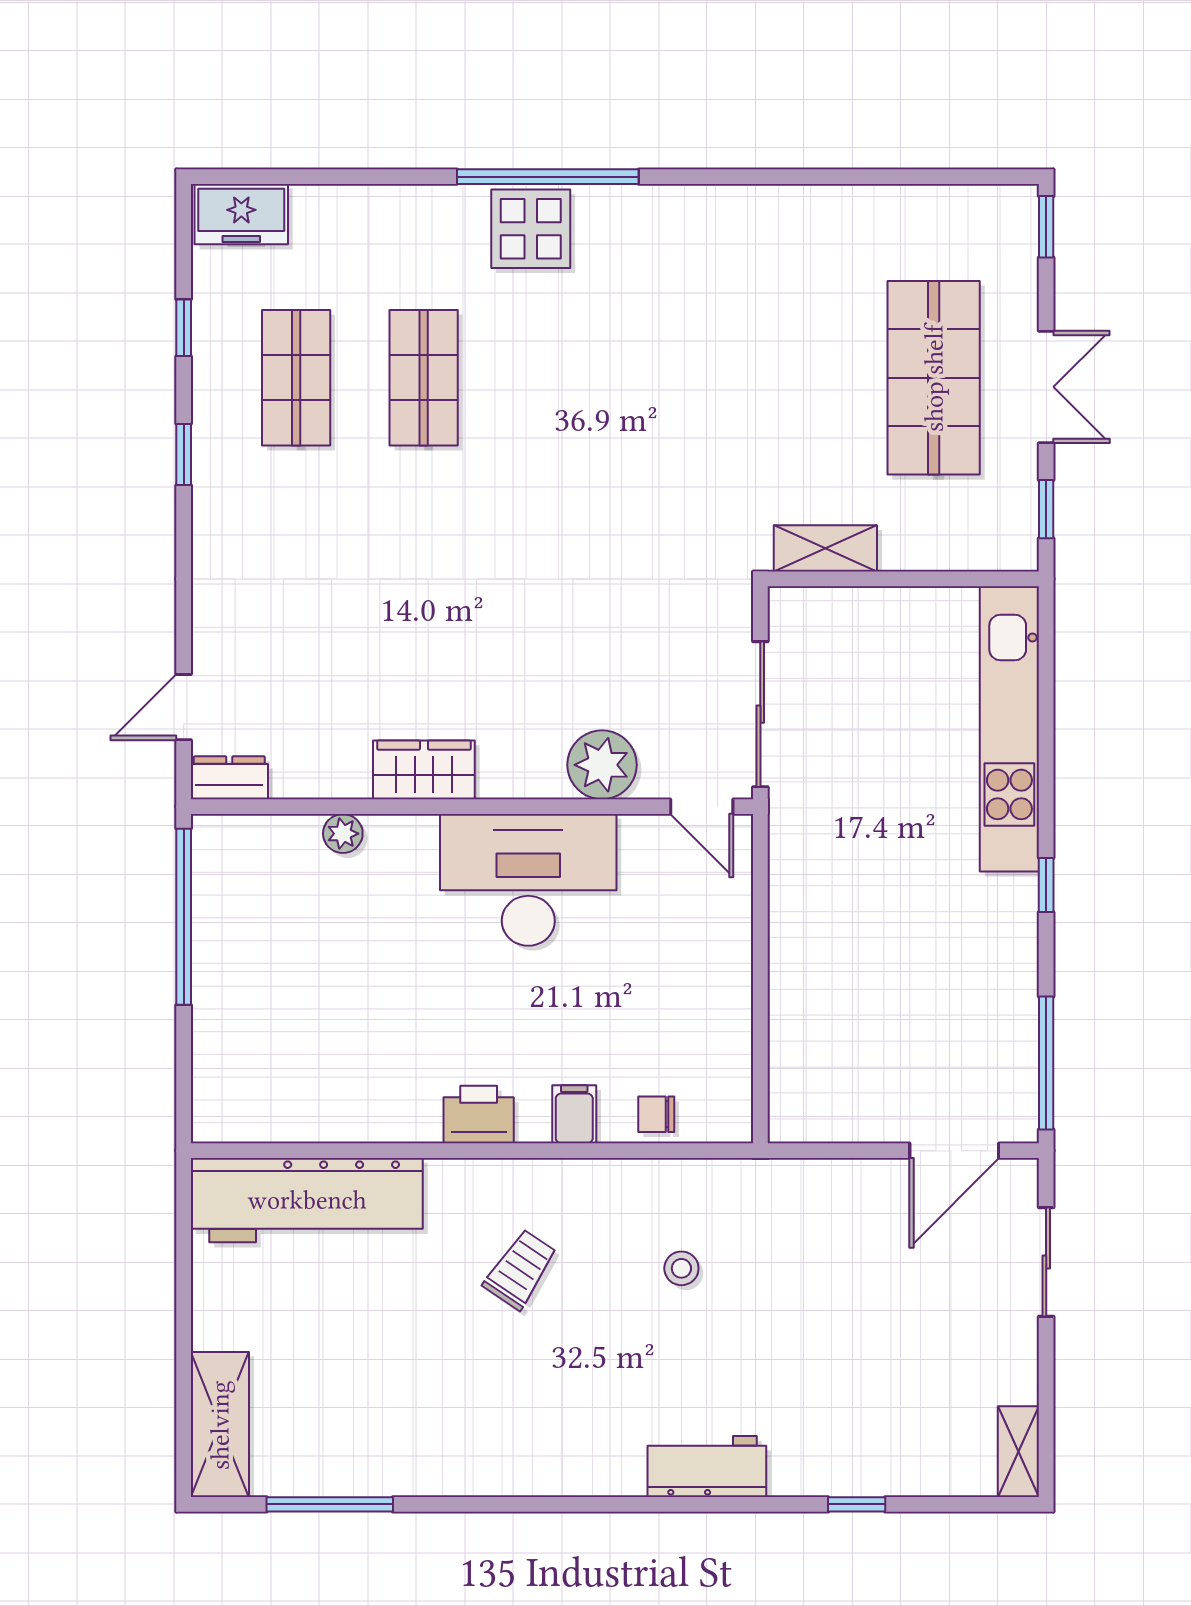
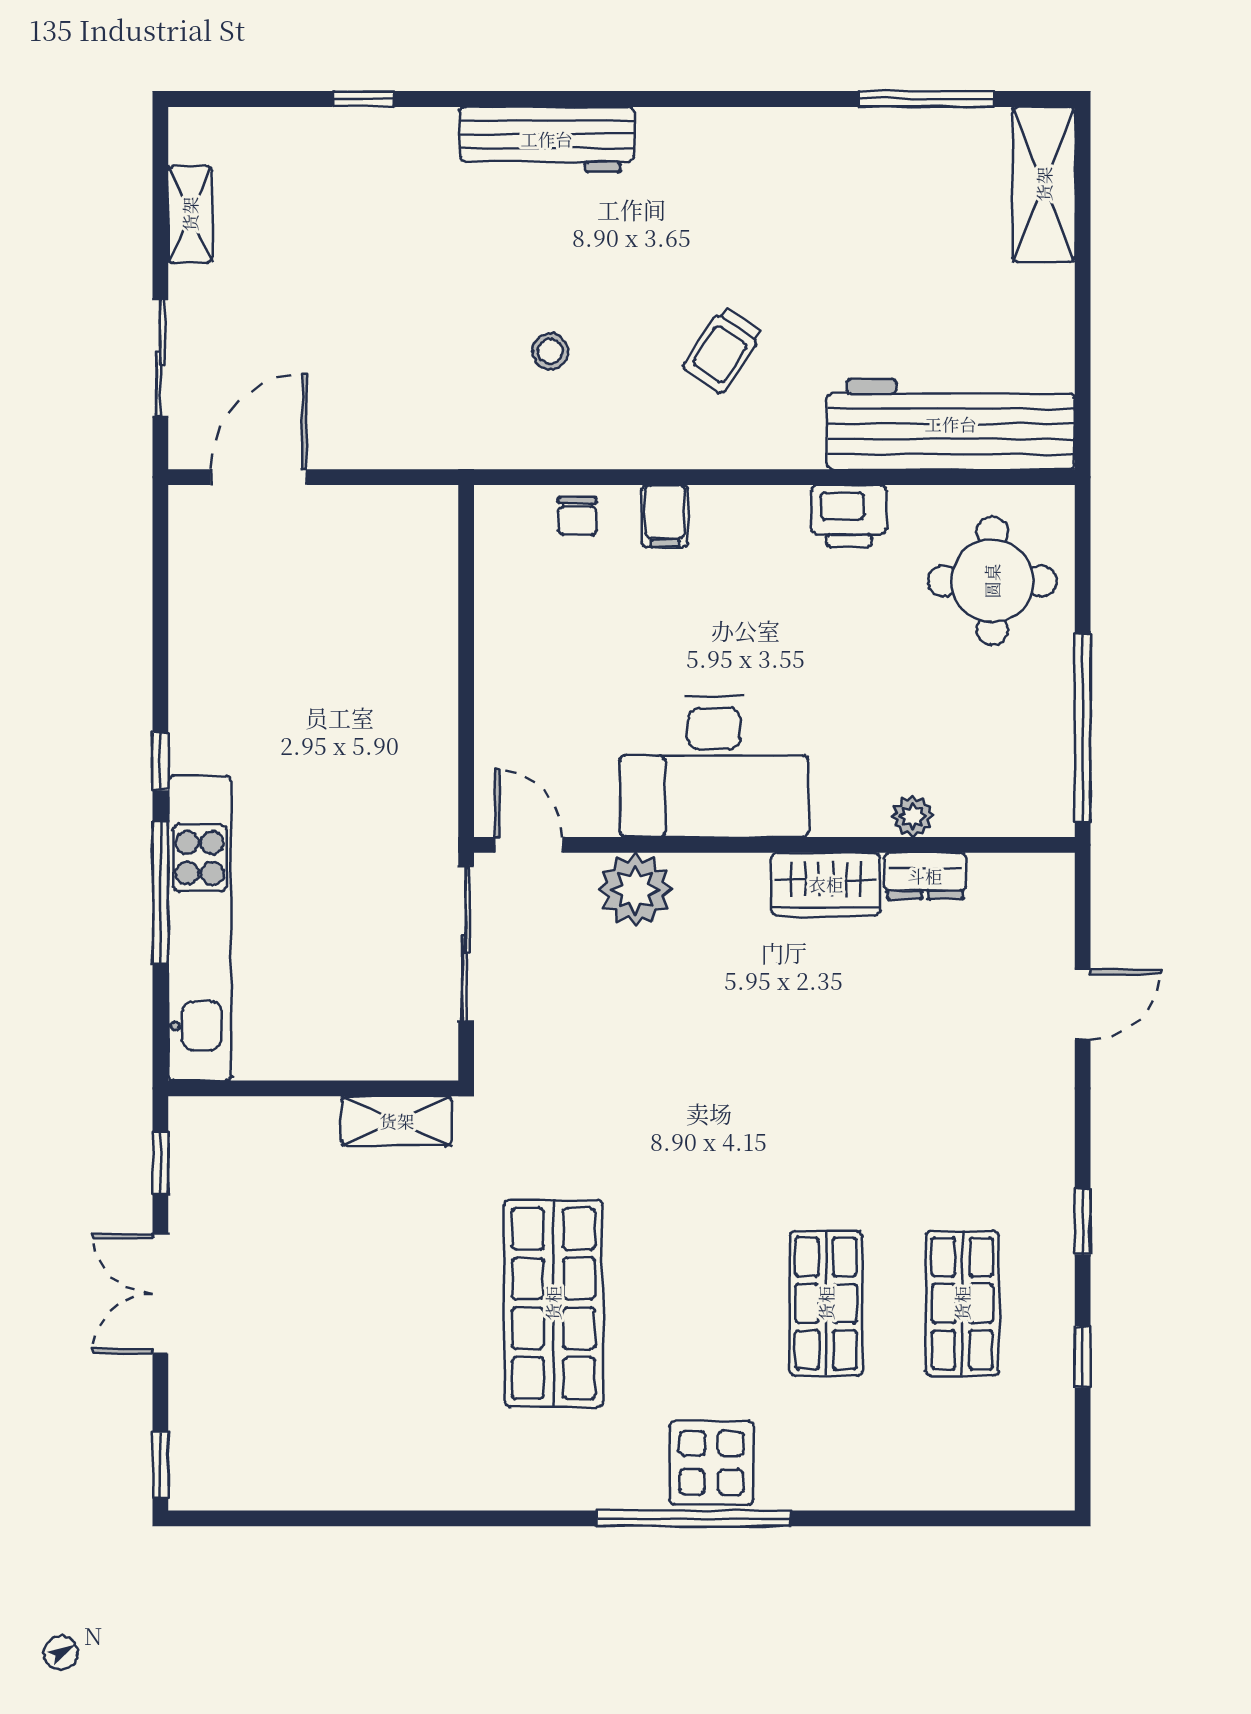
freezer: (241, 214) -> (1021, 1478), removed
shop shelf: (934, 378) -> (553, 1303), moved
door: (184, 707) -> (1083, 1005), moved
dresser: (229, 778) -> (925, 876), moved
round table: (268, 1054) -> (992, 581), added
window: (1046, 1063) -> (160, 893), moved
chair: (656, 1114) -> (577, 516), turned 90
printer: (479, 1115) -> (849, 516), moved
shelving: (1018, 1452) -> (190, 214), moved
workbench: (707, 1467) -> (547, 139), width x1.38

